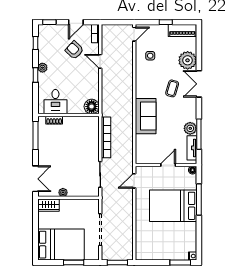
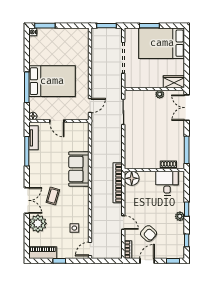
plant: (190, 128) -> (35, 157), removed
bookcase: (106, 137) -> (118, 183), moved
door: (168, 165) -> (57, 121), hinge flipped

